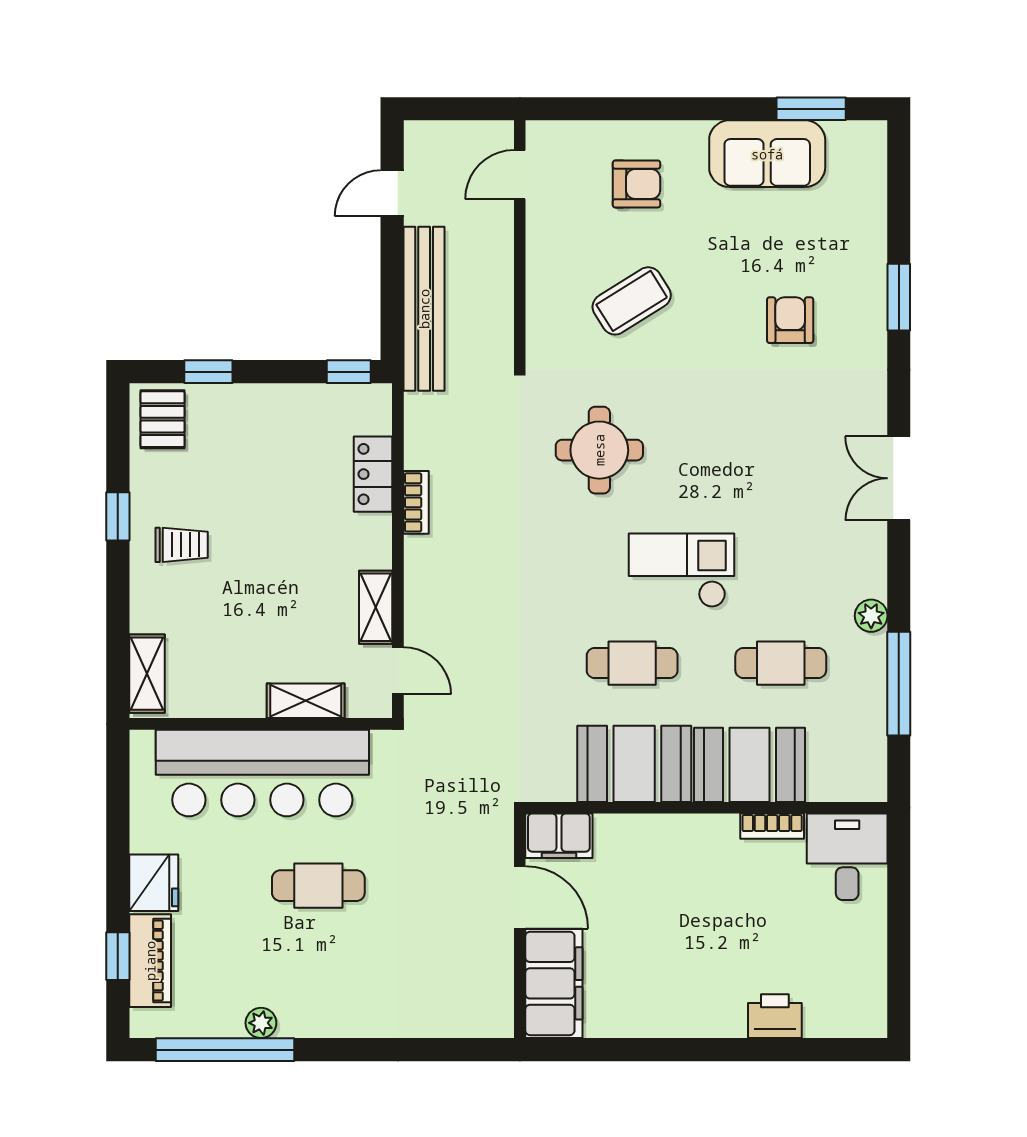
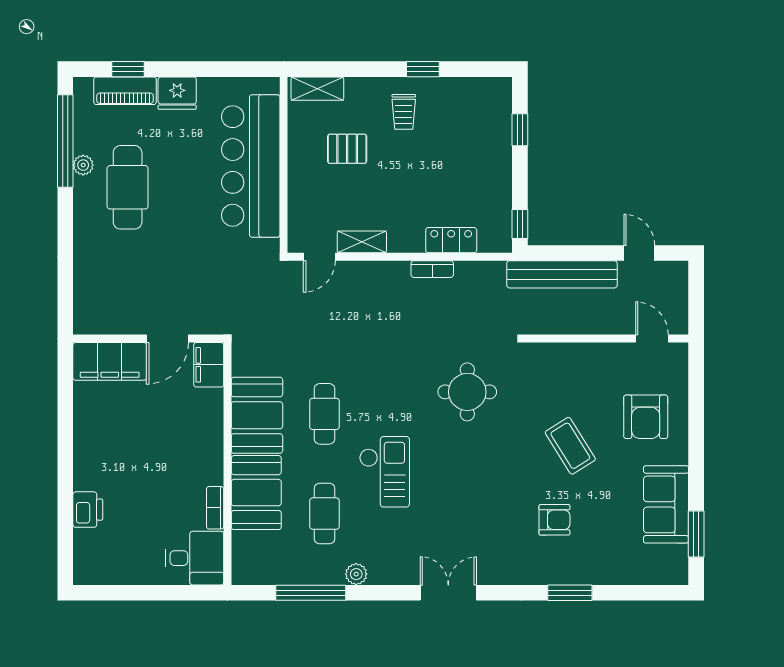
armchair: (636, 184) -> (646, 417), width x1.38, depth x1.38
coffee table: (632, 301) -> (570, 446), moved
pallet: (163, 419) -> (347, 149), moved
checkout: (681, 570) -> (384, 472), moved
shelving: (306, 701) -> (299, 195), removed
cafe table: (318, 886) -> (128, 187), moved, width x1.37, depth x1.35

